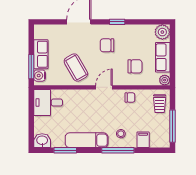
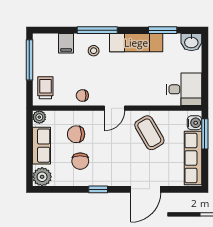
chair: (107, 45) -> (80, 161), moved, turned 90
row of seats: (41, 54) -> (193, 158), width x1.48

